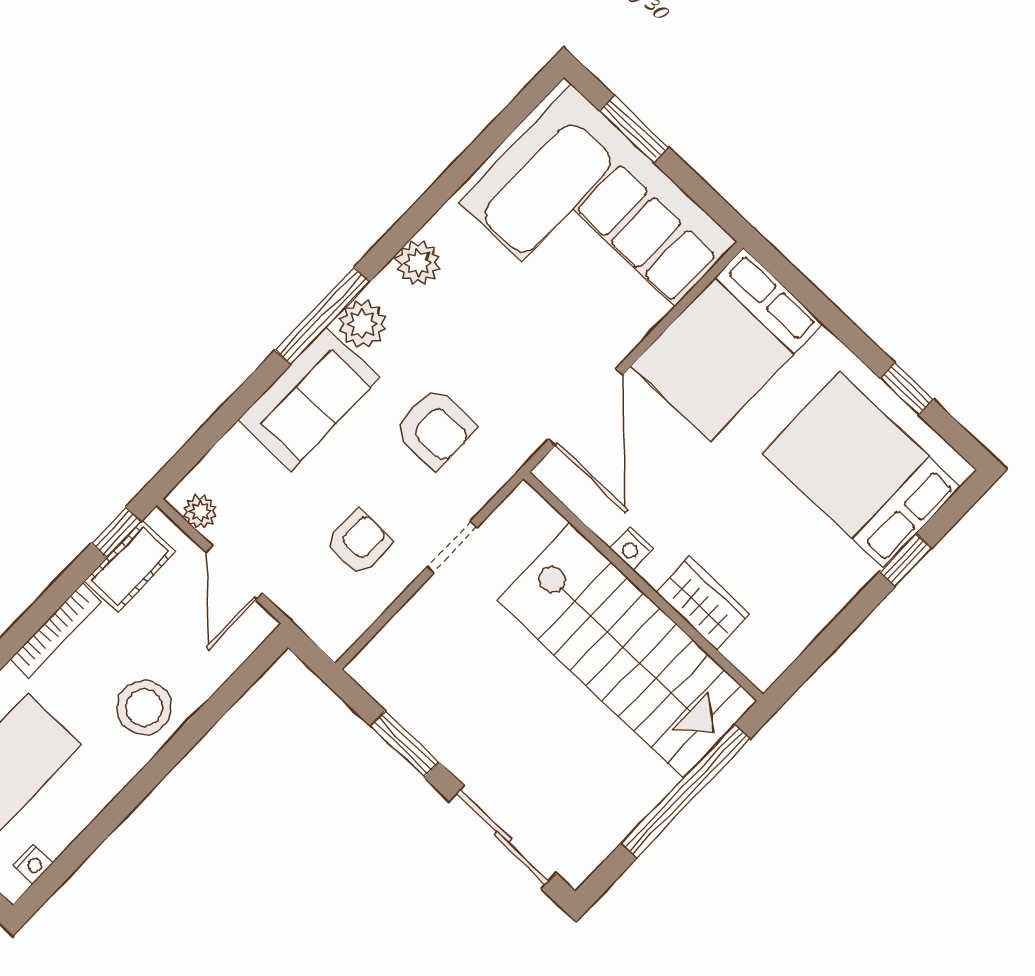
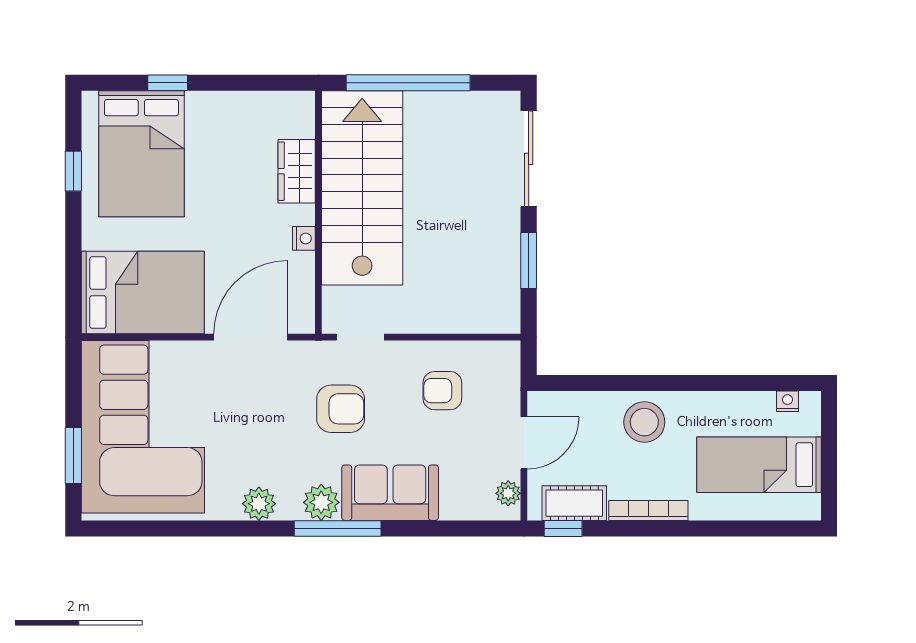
armchair: (434, 428) -> (341, 409), turned 90
doorway: (452, 547) -> (360, 337), moved

